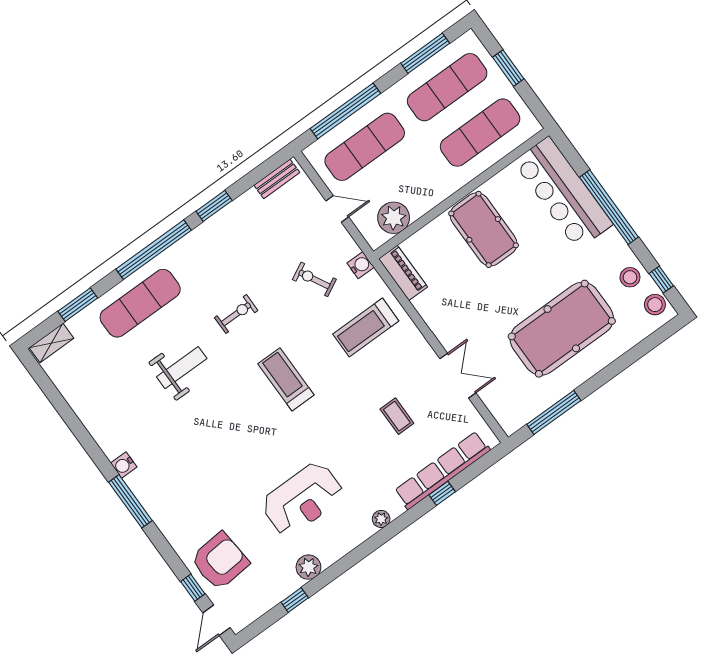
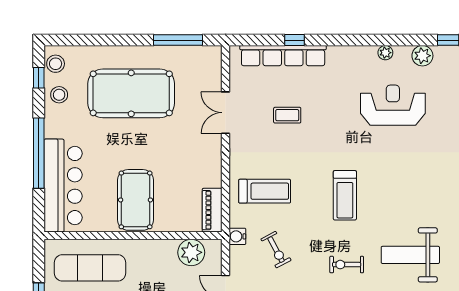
weight bench: (182, 368) -> (410, 255), width x1.36, depth x1.33
coffee table: (397, 416) -> (287, 115), turned 90
plant: (381, 519) -> (385, 53), moved

